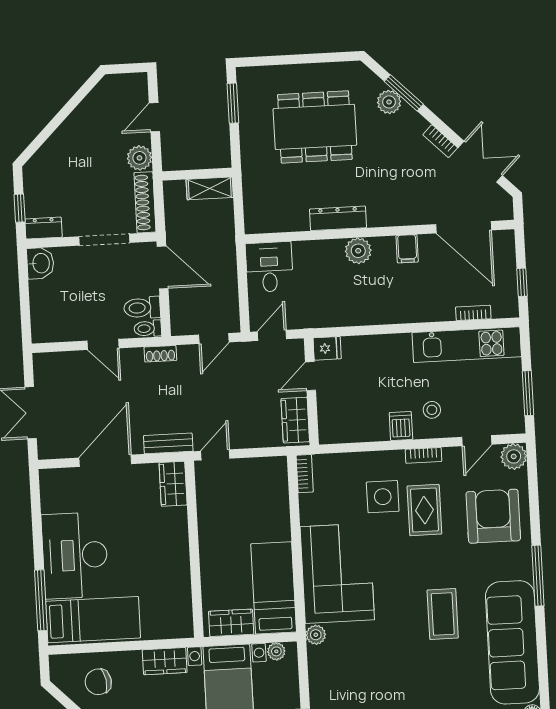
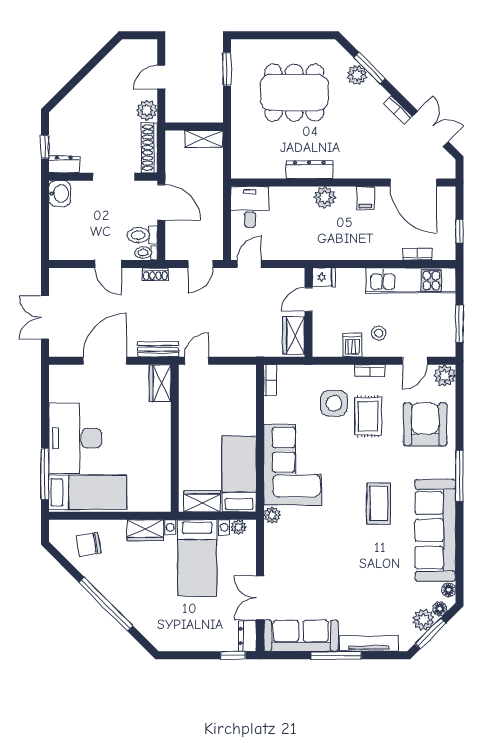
fridge: (327, 348) -> (323, 277), moved
door: (310, 376) -> (308, 300), moved
wall: (311, 391) -> (308, 312), moved
wardrobe: (295, 420) -> (294, 336), moved

